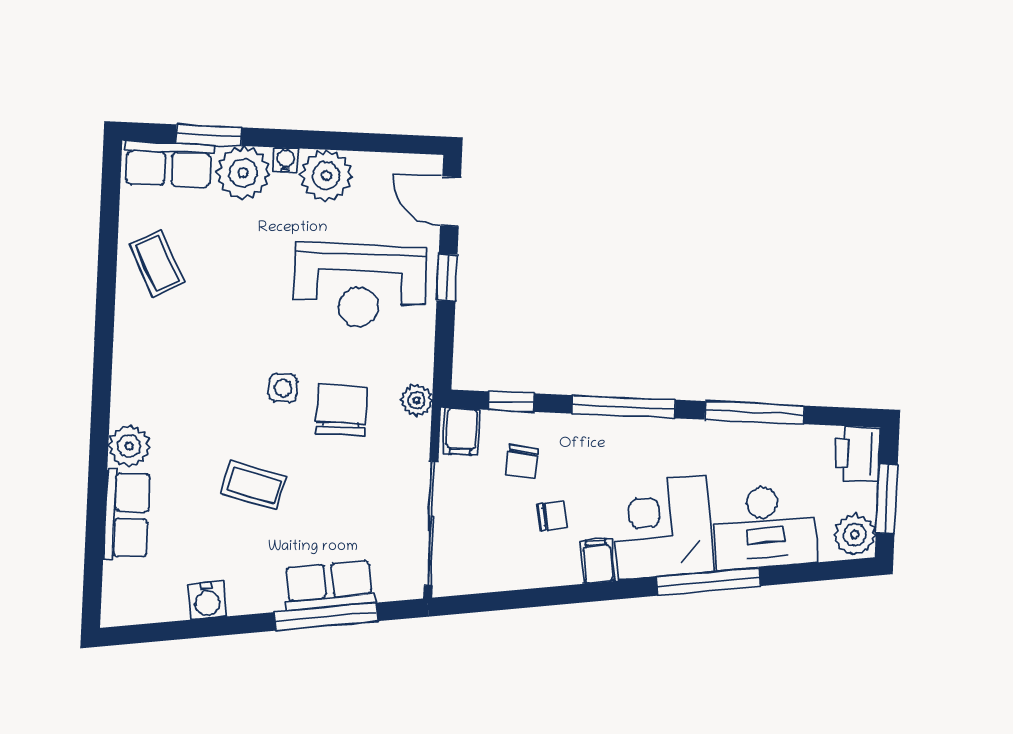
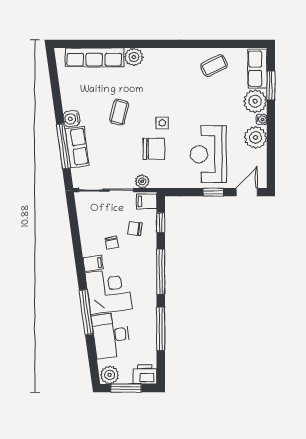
plant: (417, 400) -> (142, 181), moved
row of seats: (127, 515) -> (94, 57), width x1.48
water cooler: (207, 600) -> (72, 119), moved

